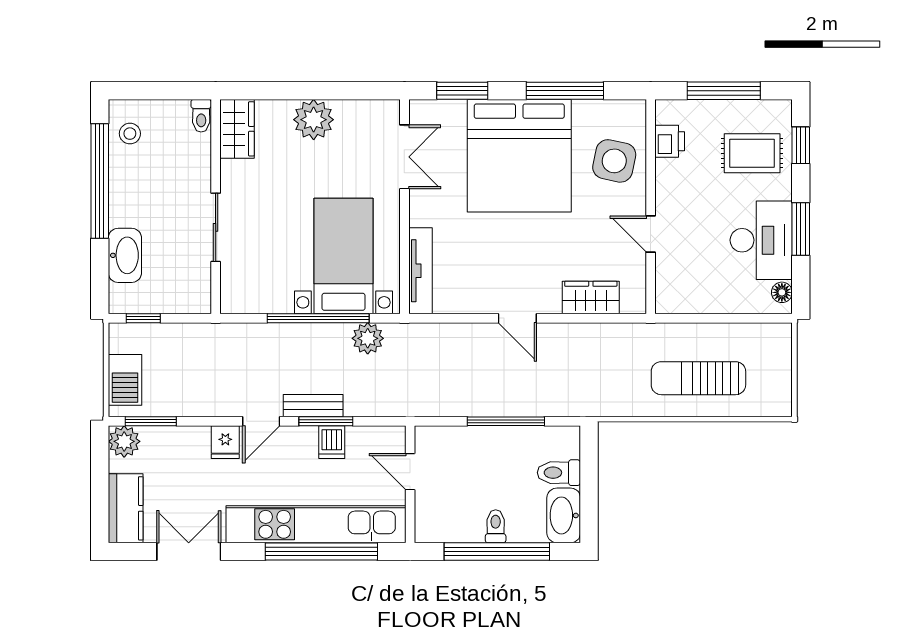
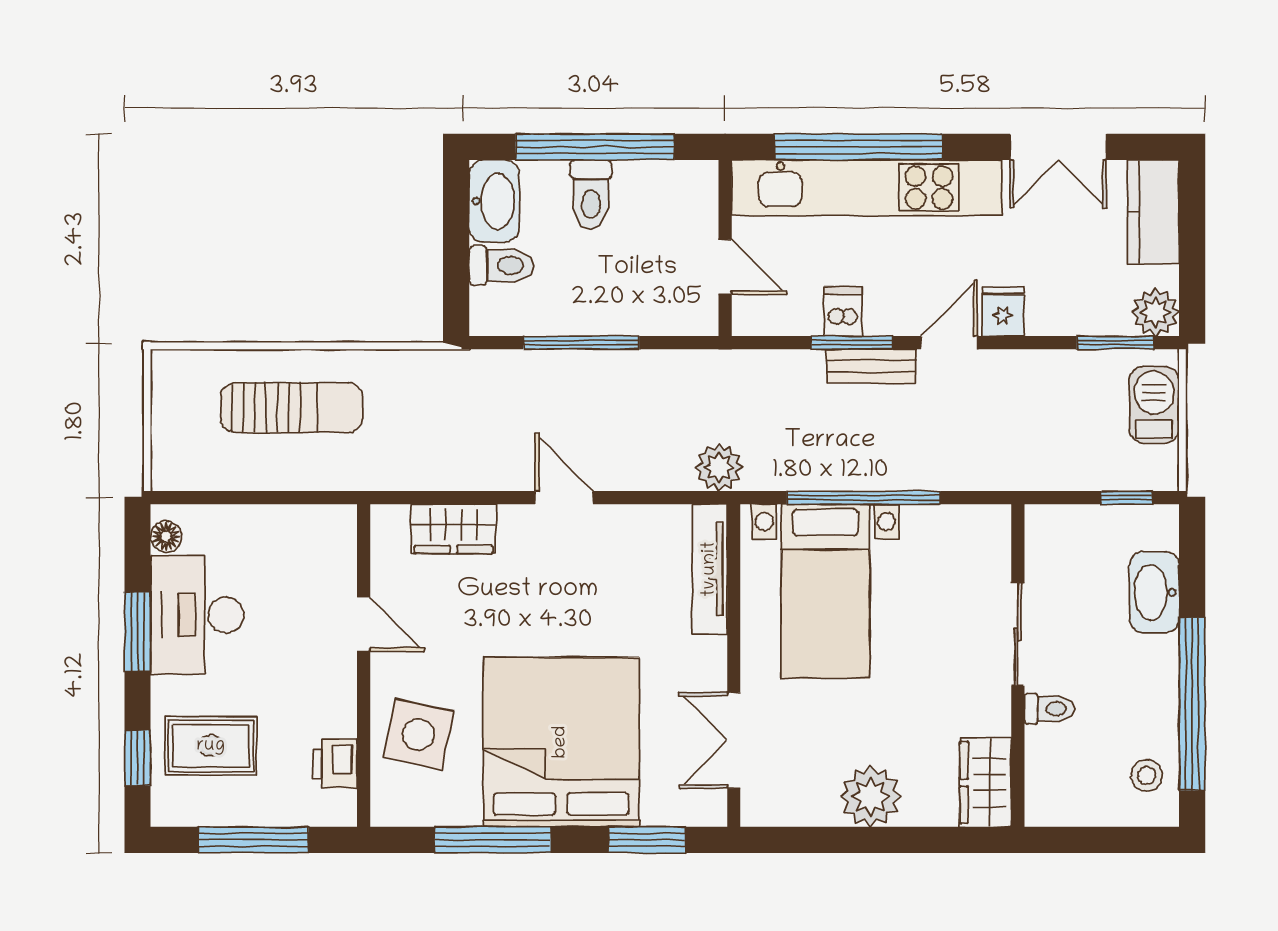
toilet: (201, 116) -> (1049, 709), moved, turned 90
plant: (368, 338) -> (719, 467), moved
toilet: (496, 526) -> (591, 194), width x1.37, depth x1.39

